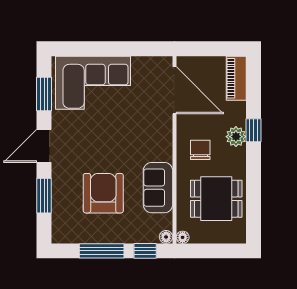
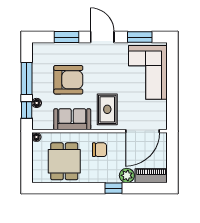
plant: (236, 137) -> (127, 175), moved
rug: (144, 139) -> (107, 109), added
floor lamp: (166, 237) -> (37, 103), moved

